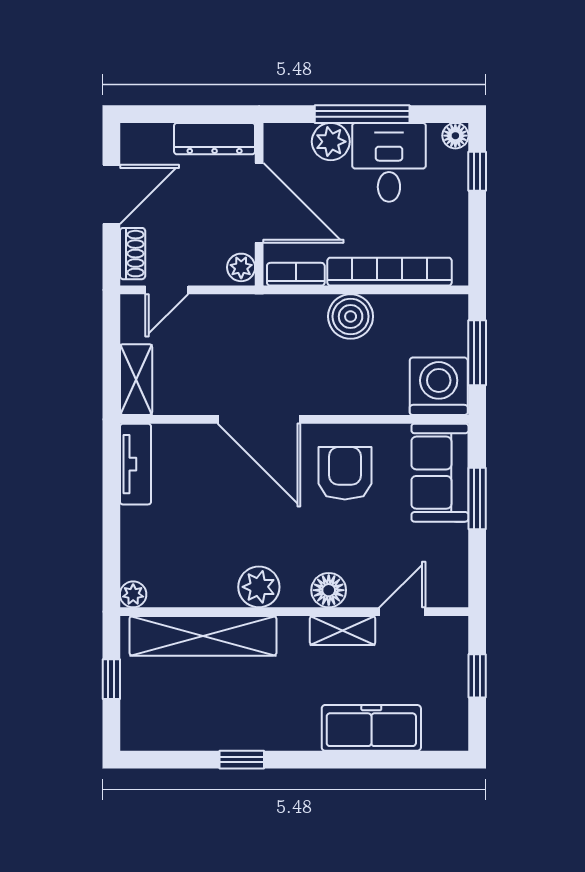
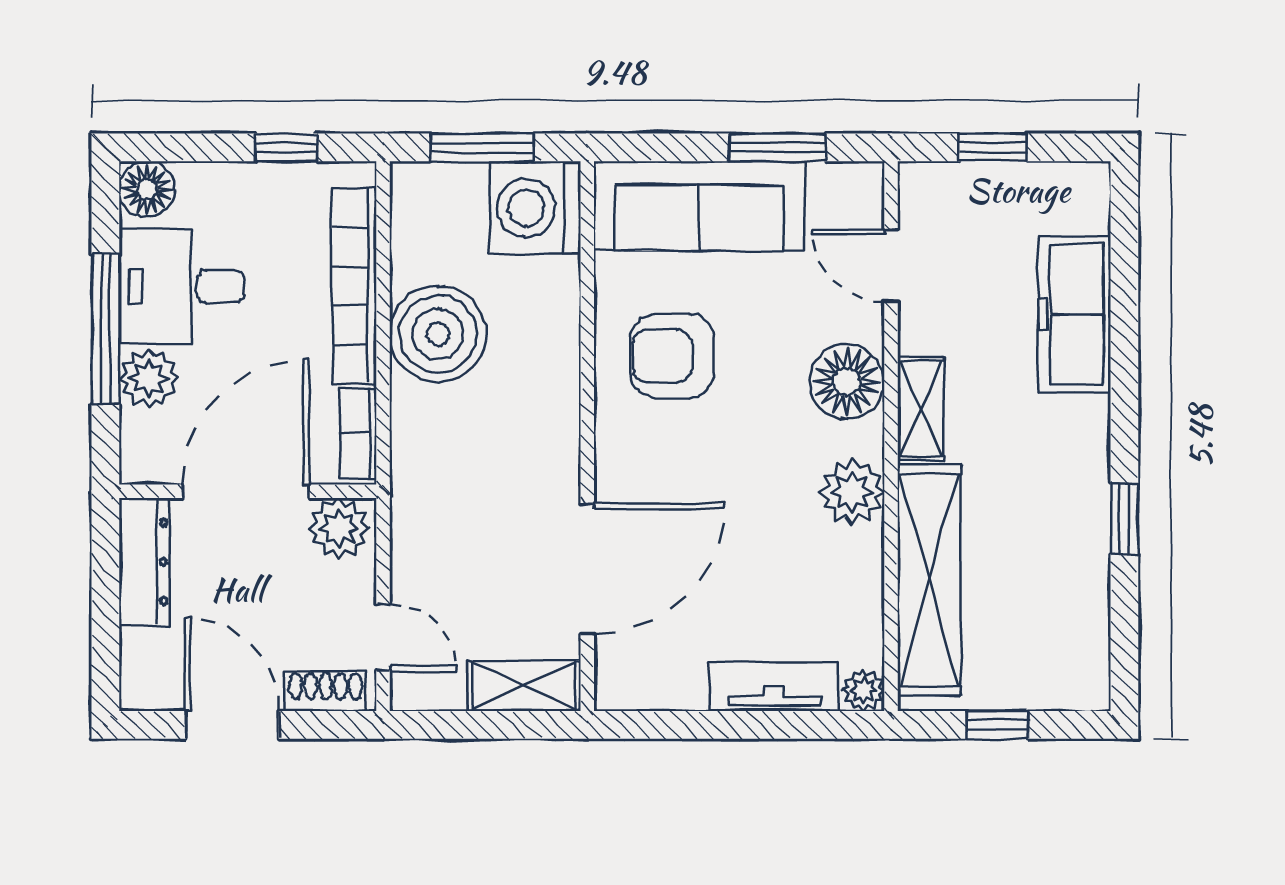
floor lamp: (455, 136) -> (147, 189), width x1.37, depth x1.37
window: (477, 171) -> (286, 147), moved
plant: (241, 267) -> (339, 528), width x1.38, depth x1.38
boiler: (351, 316) -> (438, 334), width x1.37, depth x1.37
door: (259, 419) -> (587, 569), moved
tv unit: (136, 464) -> (774, 687), moved
sofa: (440, 473) -> (699, 206), width x1.36
window: (477, 499) -> (778, 147), moved
floor lamp: (329, 590) -> (847, 382), width x1.38, depth x1.38
shelving: (343, 631) -> (921, 408), moved

